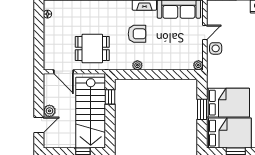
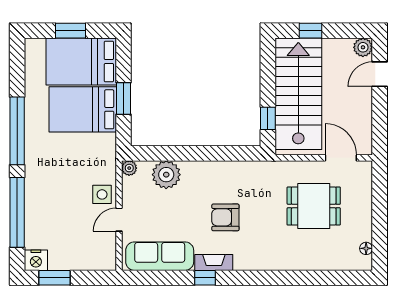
dining table: (92, 48) -> (314, 206), moved
plant: (137, 65) -> (166, 175), moved, width x1.88, depth x1.88
plant: (49, 111) -> (363, 47), moved

